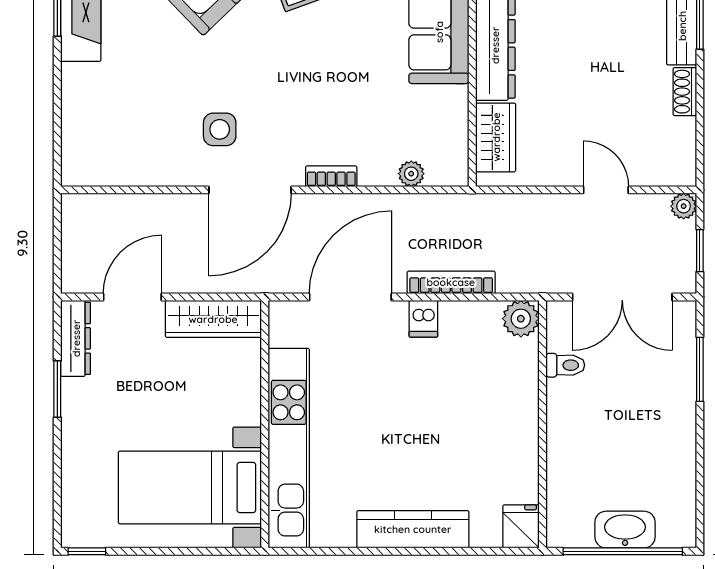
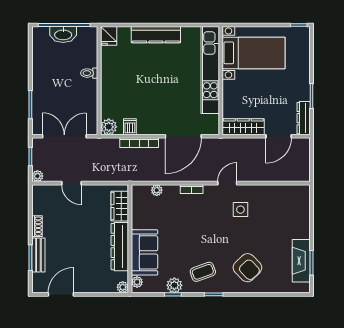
door: (250, 190) -> (227, 183), width x0.53
dishwasher: (423, 319) -> (130, 127), moved
toilet: (565, 365) -> (89, 73), moved

